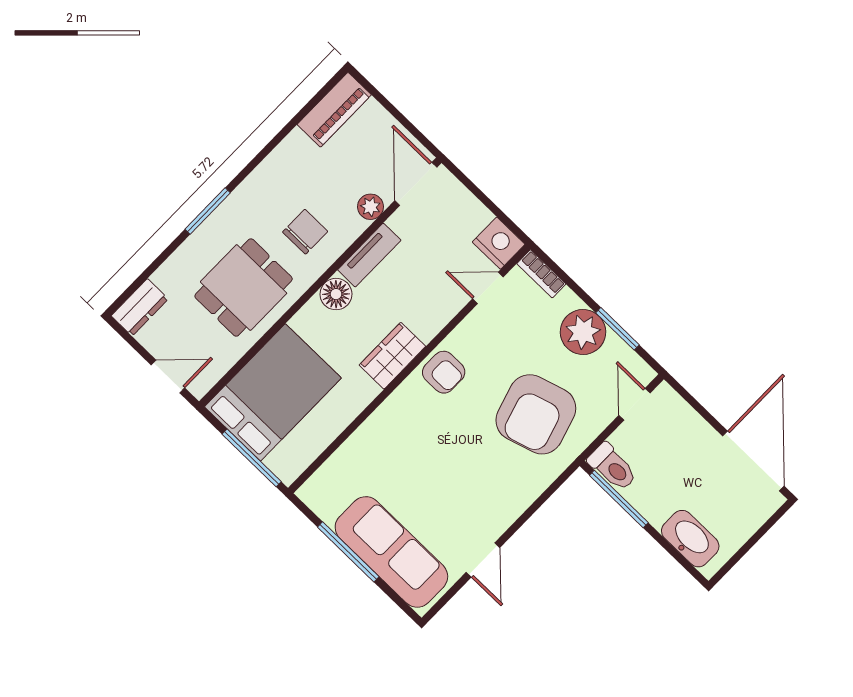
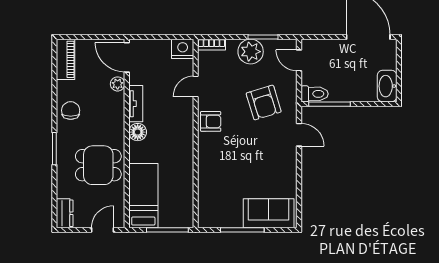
chair: (305, 232) -> (71, 110), moved
dining table: (244, 288) -> (98, 165), turned 90
door: (488, 288) -> (196, 86), moved
wardrobe: (392, 356) -> (184, 135), removed
bed: (273, 392) -> (143, 196), width x0.67
armchair: (536, 414) -> (264, 103), width x0.73, depth x0.73
washbasin: (690, 539) -> (387, 86), moved, turned -90
sofa: (391, 552) -> (269, 213), width x0.73
door: (483, 560) -> (299, 135), moved

